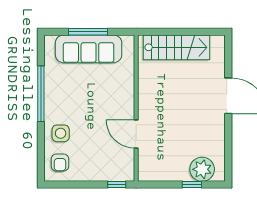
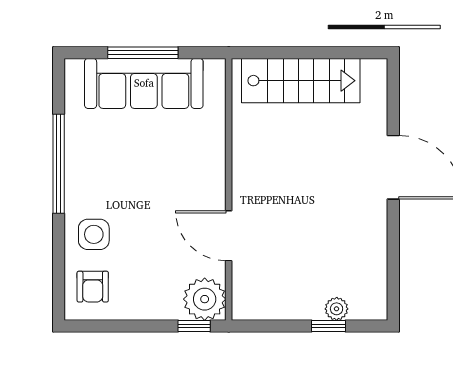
plant: (202, 169) -> (337, 309), width x0.53, depth x0.53
plant: (123, 170) -> (205, 299), added

